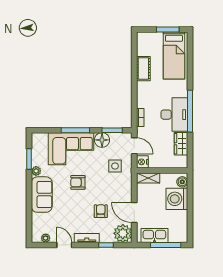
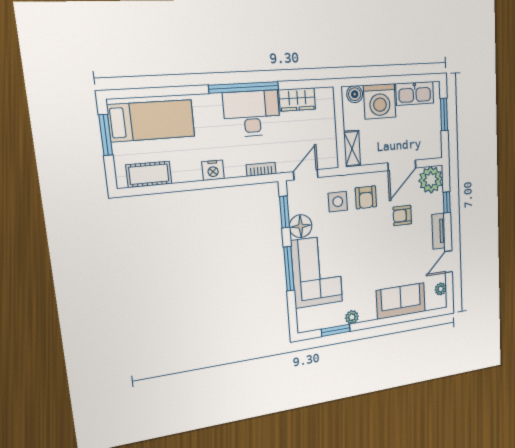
cot: (143, 69) -> (149, 174), moved
nightstand: (142, 162) -> (213, 170), moved
armchair: (78, 182) -> (366, 197), moved
sofa: (42, 195) -> (401, 301), moved
kitchen sink: (154, 236) -> (415, 93), moved, turned -90
window: (166, 245) -> (444, 114), width x0.69

